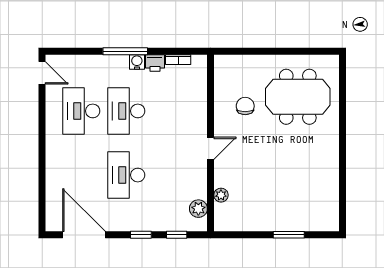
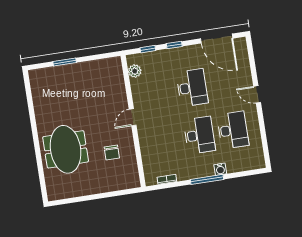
water cooler: (137, 62) -> (220, 169), moved
printer: (155, 63) -> (184, 174), removed
door: (42, 73) -> (257, 94), moved
meeting table: (298, 97) -> (66, 149), moved, turned 90
plant: (221, 195) -> (119, 84), removed

